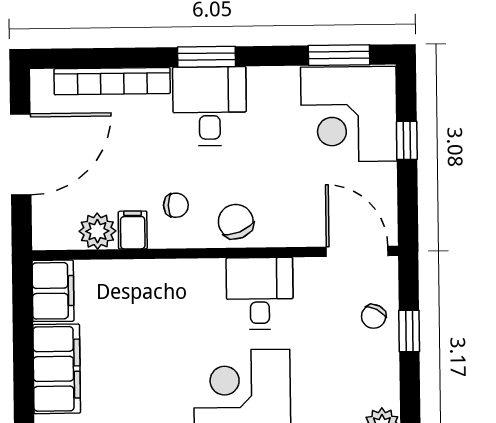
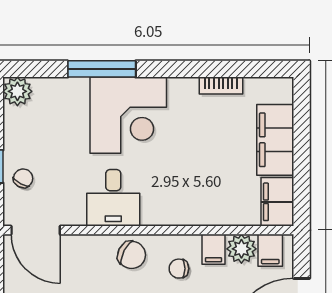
chair: (236, 222) -> (132, 255), turned -41
filing cabinet: (61, 230) -> (270, 250), added

